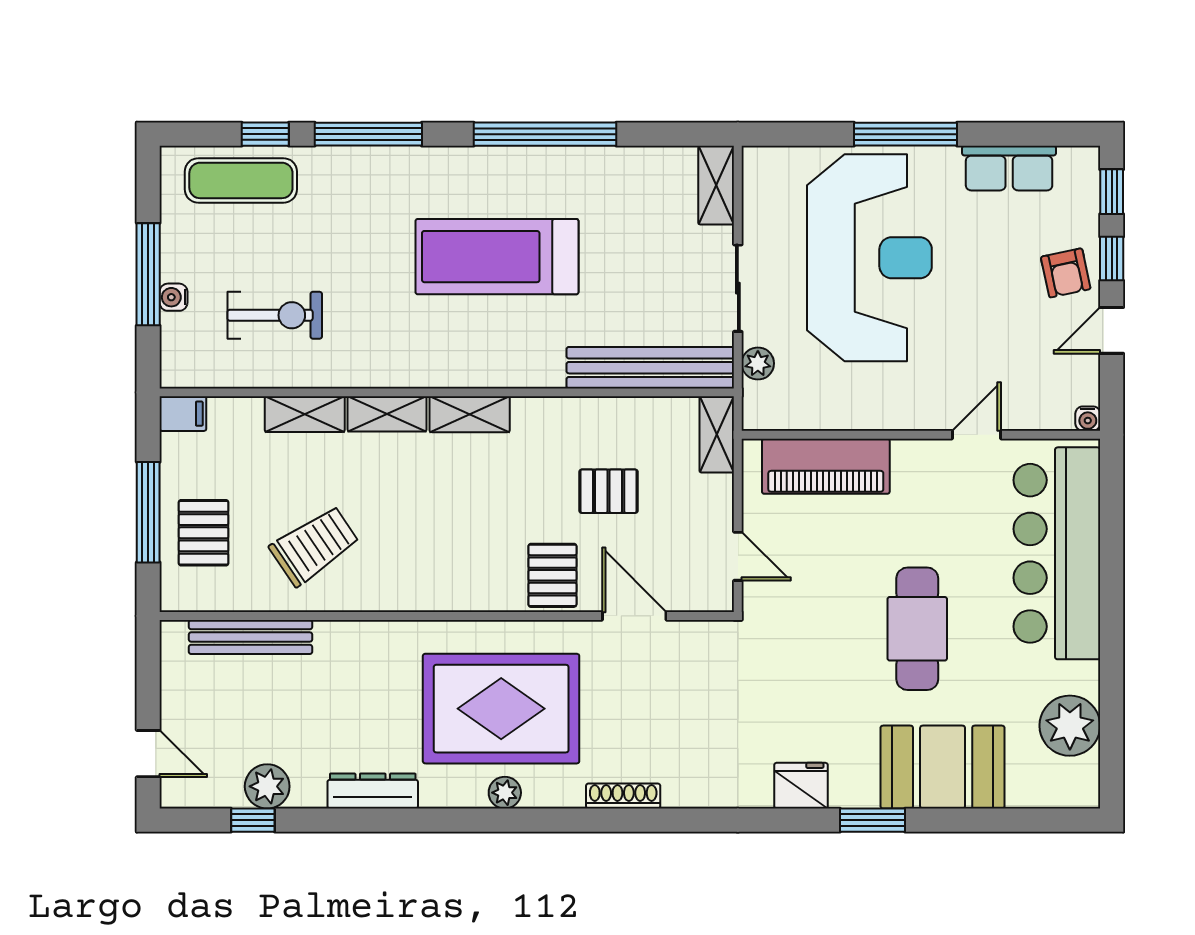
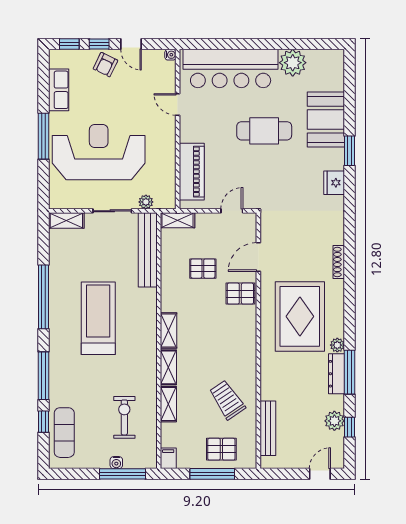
treadmill: (497, 257) -> (98, 318), turned 180
armchair: (1066, 273) -> (105, 65), turned 128
window: (148, 274) -> (123, 474), moved
pallet: (609, 491) -> (203, 269), turned 90
plant: (1070, 726) -> (293, 63), moved
plant: (505, 793) -> (337, 345), moved
window: (376, 820) -> (350, 372), added

